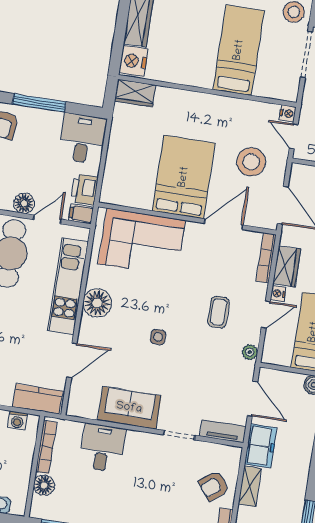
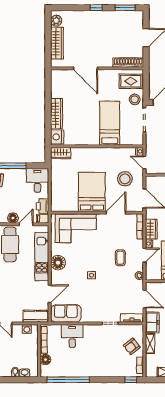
sofa: (129, 408) -> (66, 313), moved

